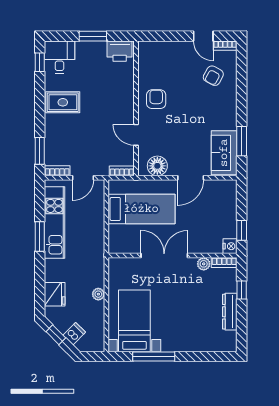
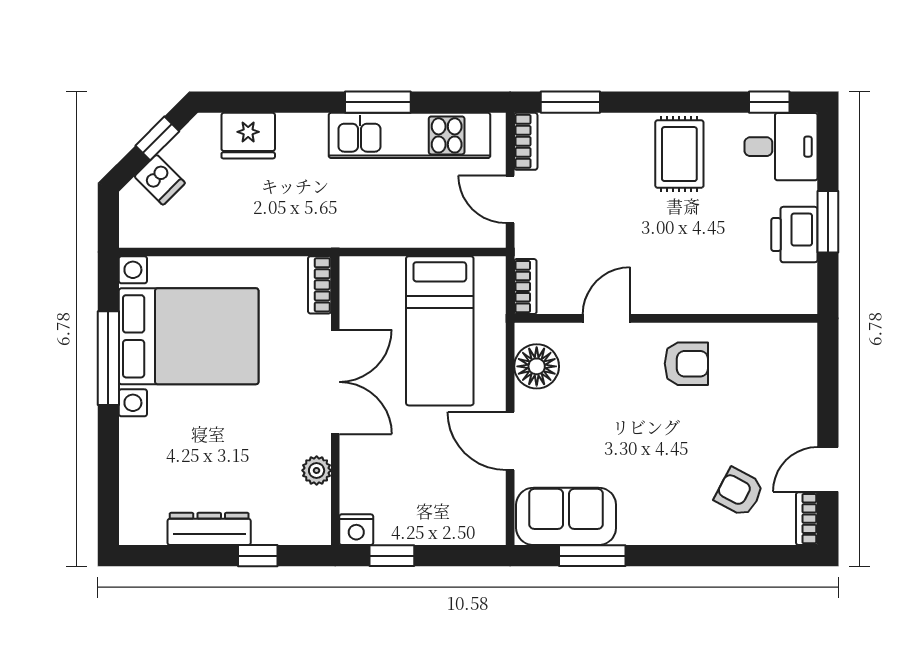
printer: (120, 51) -> (794, 235), moved
bookcase: (224, 263) -> (320, 285), moved
plant: (98, 294) -> (249, 234), removed
bed with nightstands: (134, 321) -> (189, 336), width x1.36

